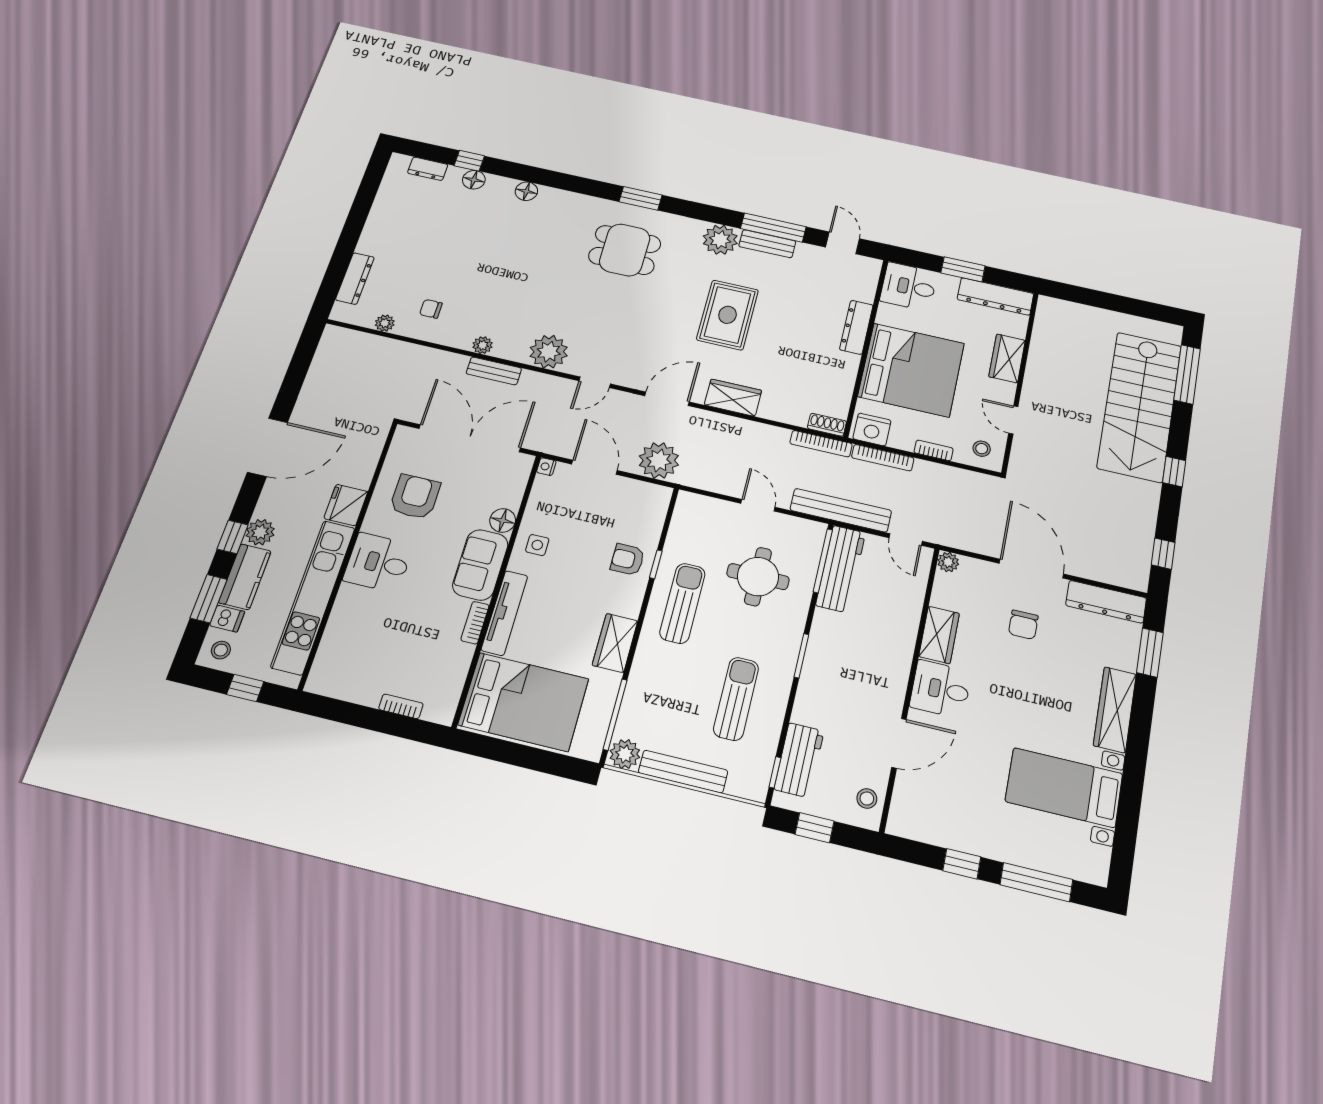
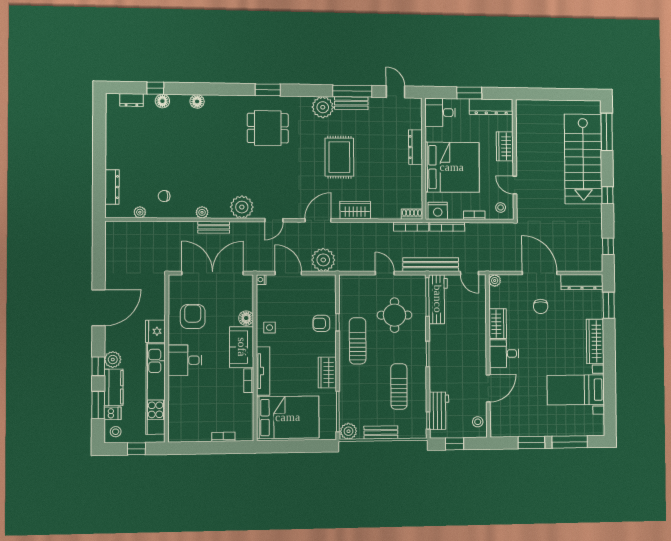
bench: (683, 772) -> (381, 432), width x0.73
window: (962, 864) -> (532, 443), width x1.50

